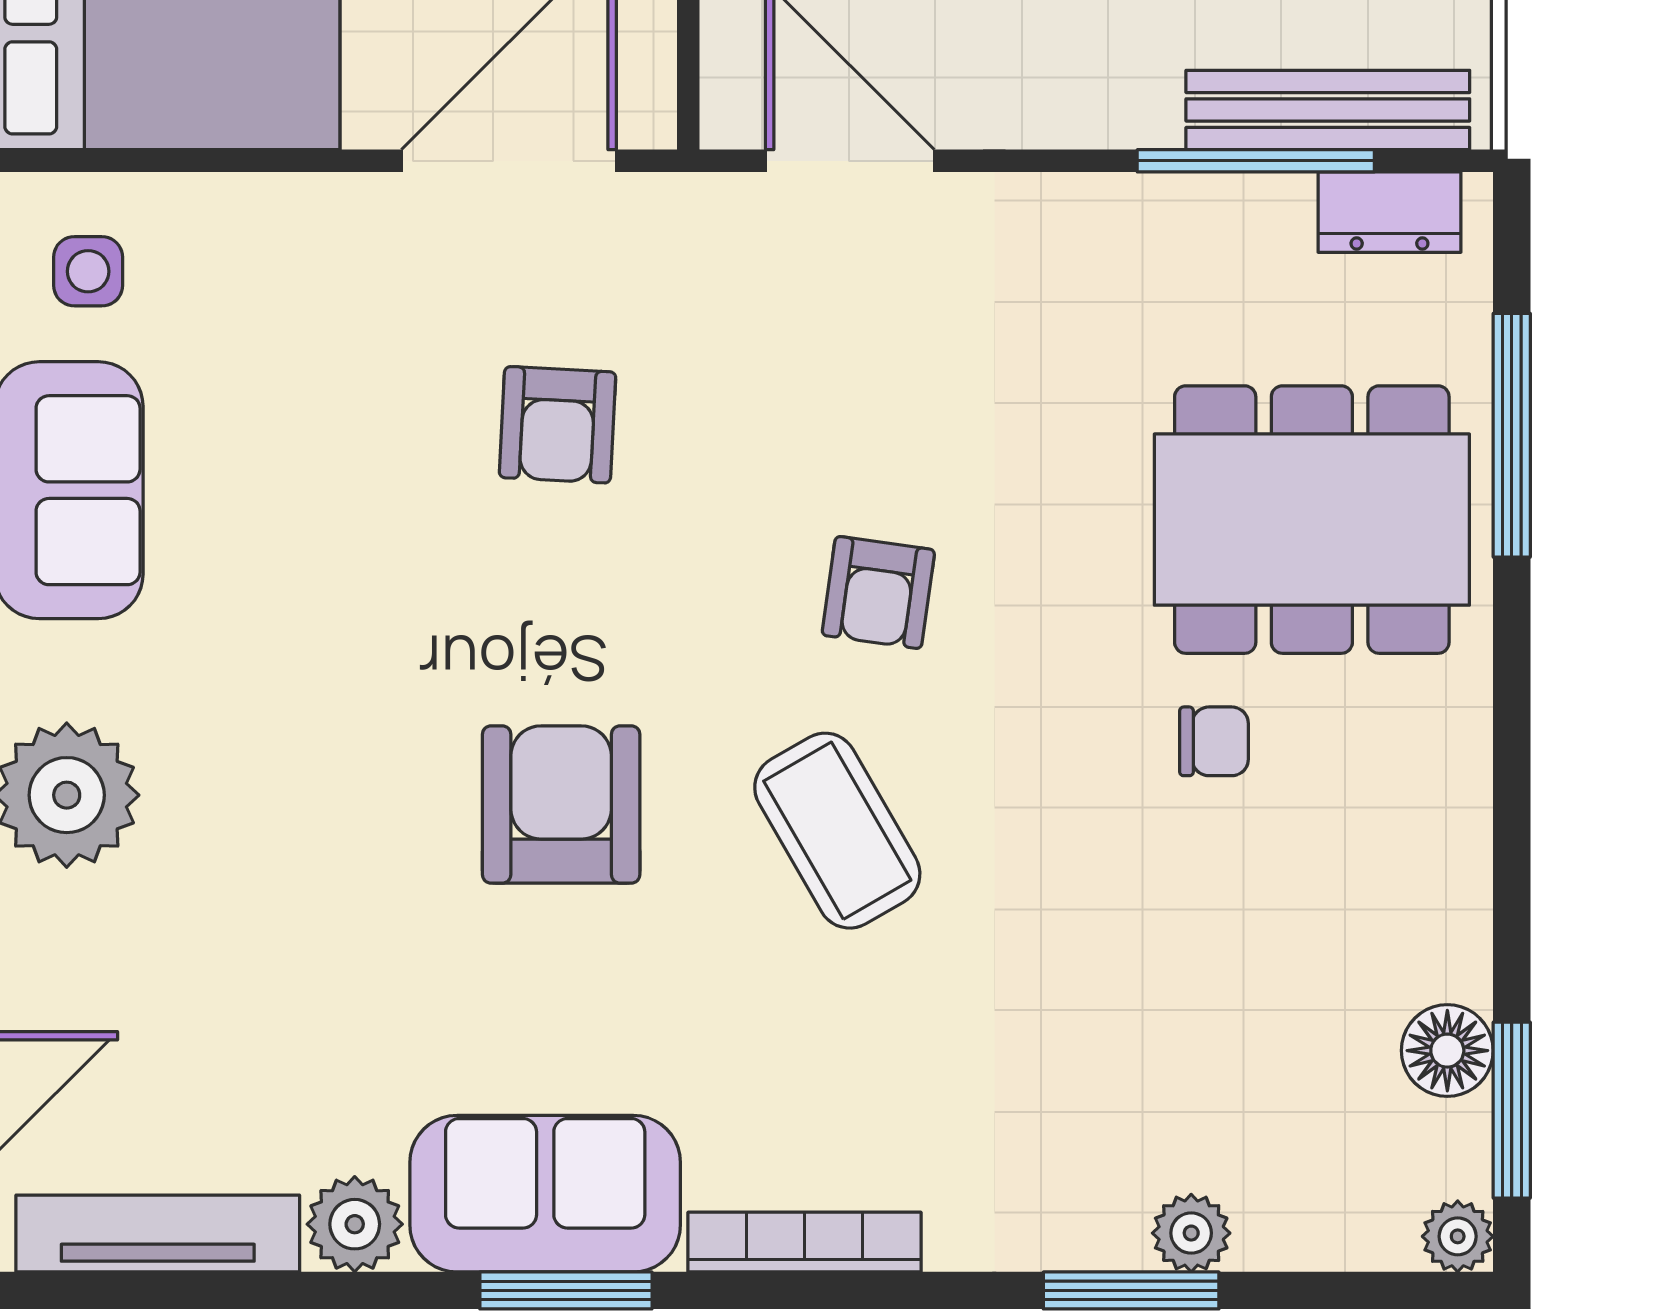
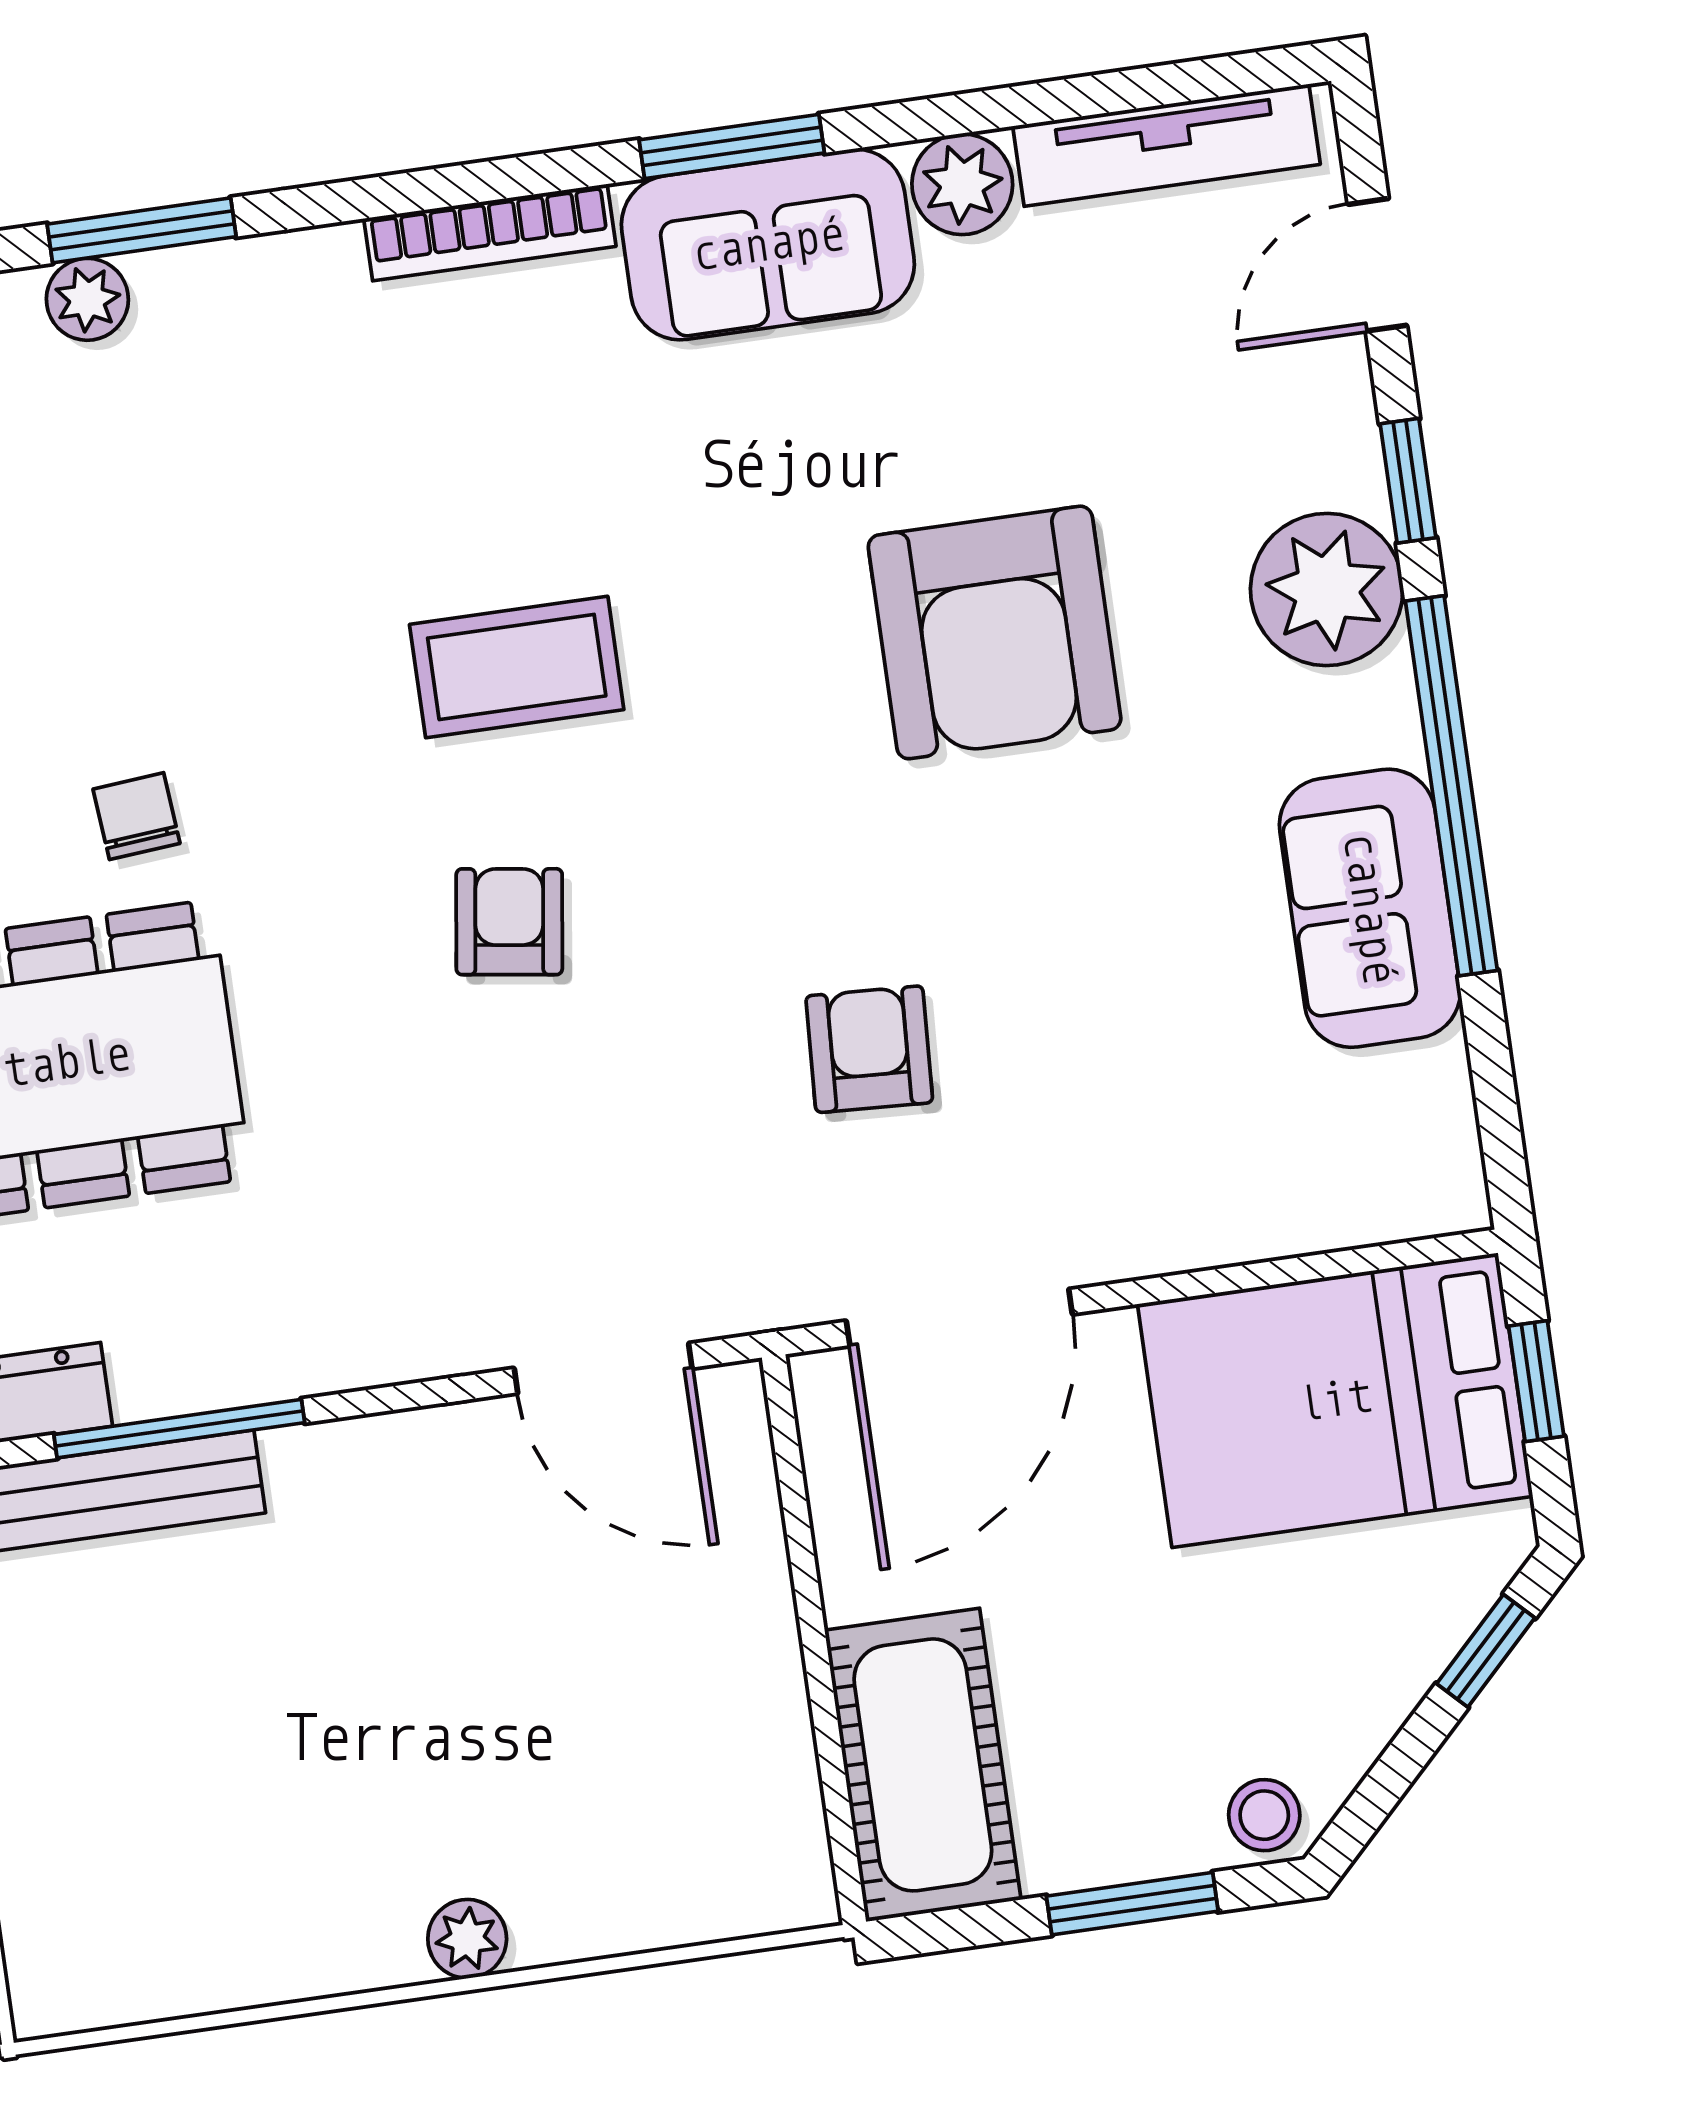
side table: (88, 271) -> (1382, 1140), removed
chair: (1214, 741) -> (137, 816), turned 85
armchair: (561, 804) -> (995, 632), moved, width x1.36, depth x1.36
coffee table: (837, 831) -> (517, 667), turned -60

